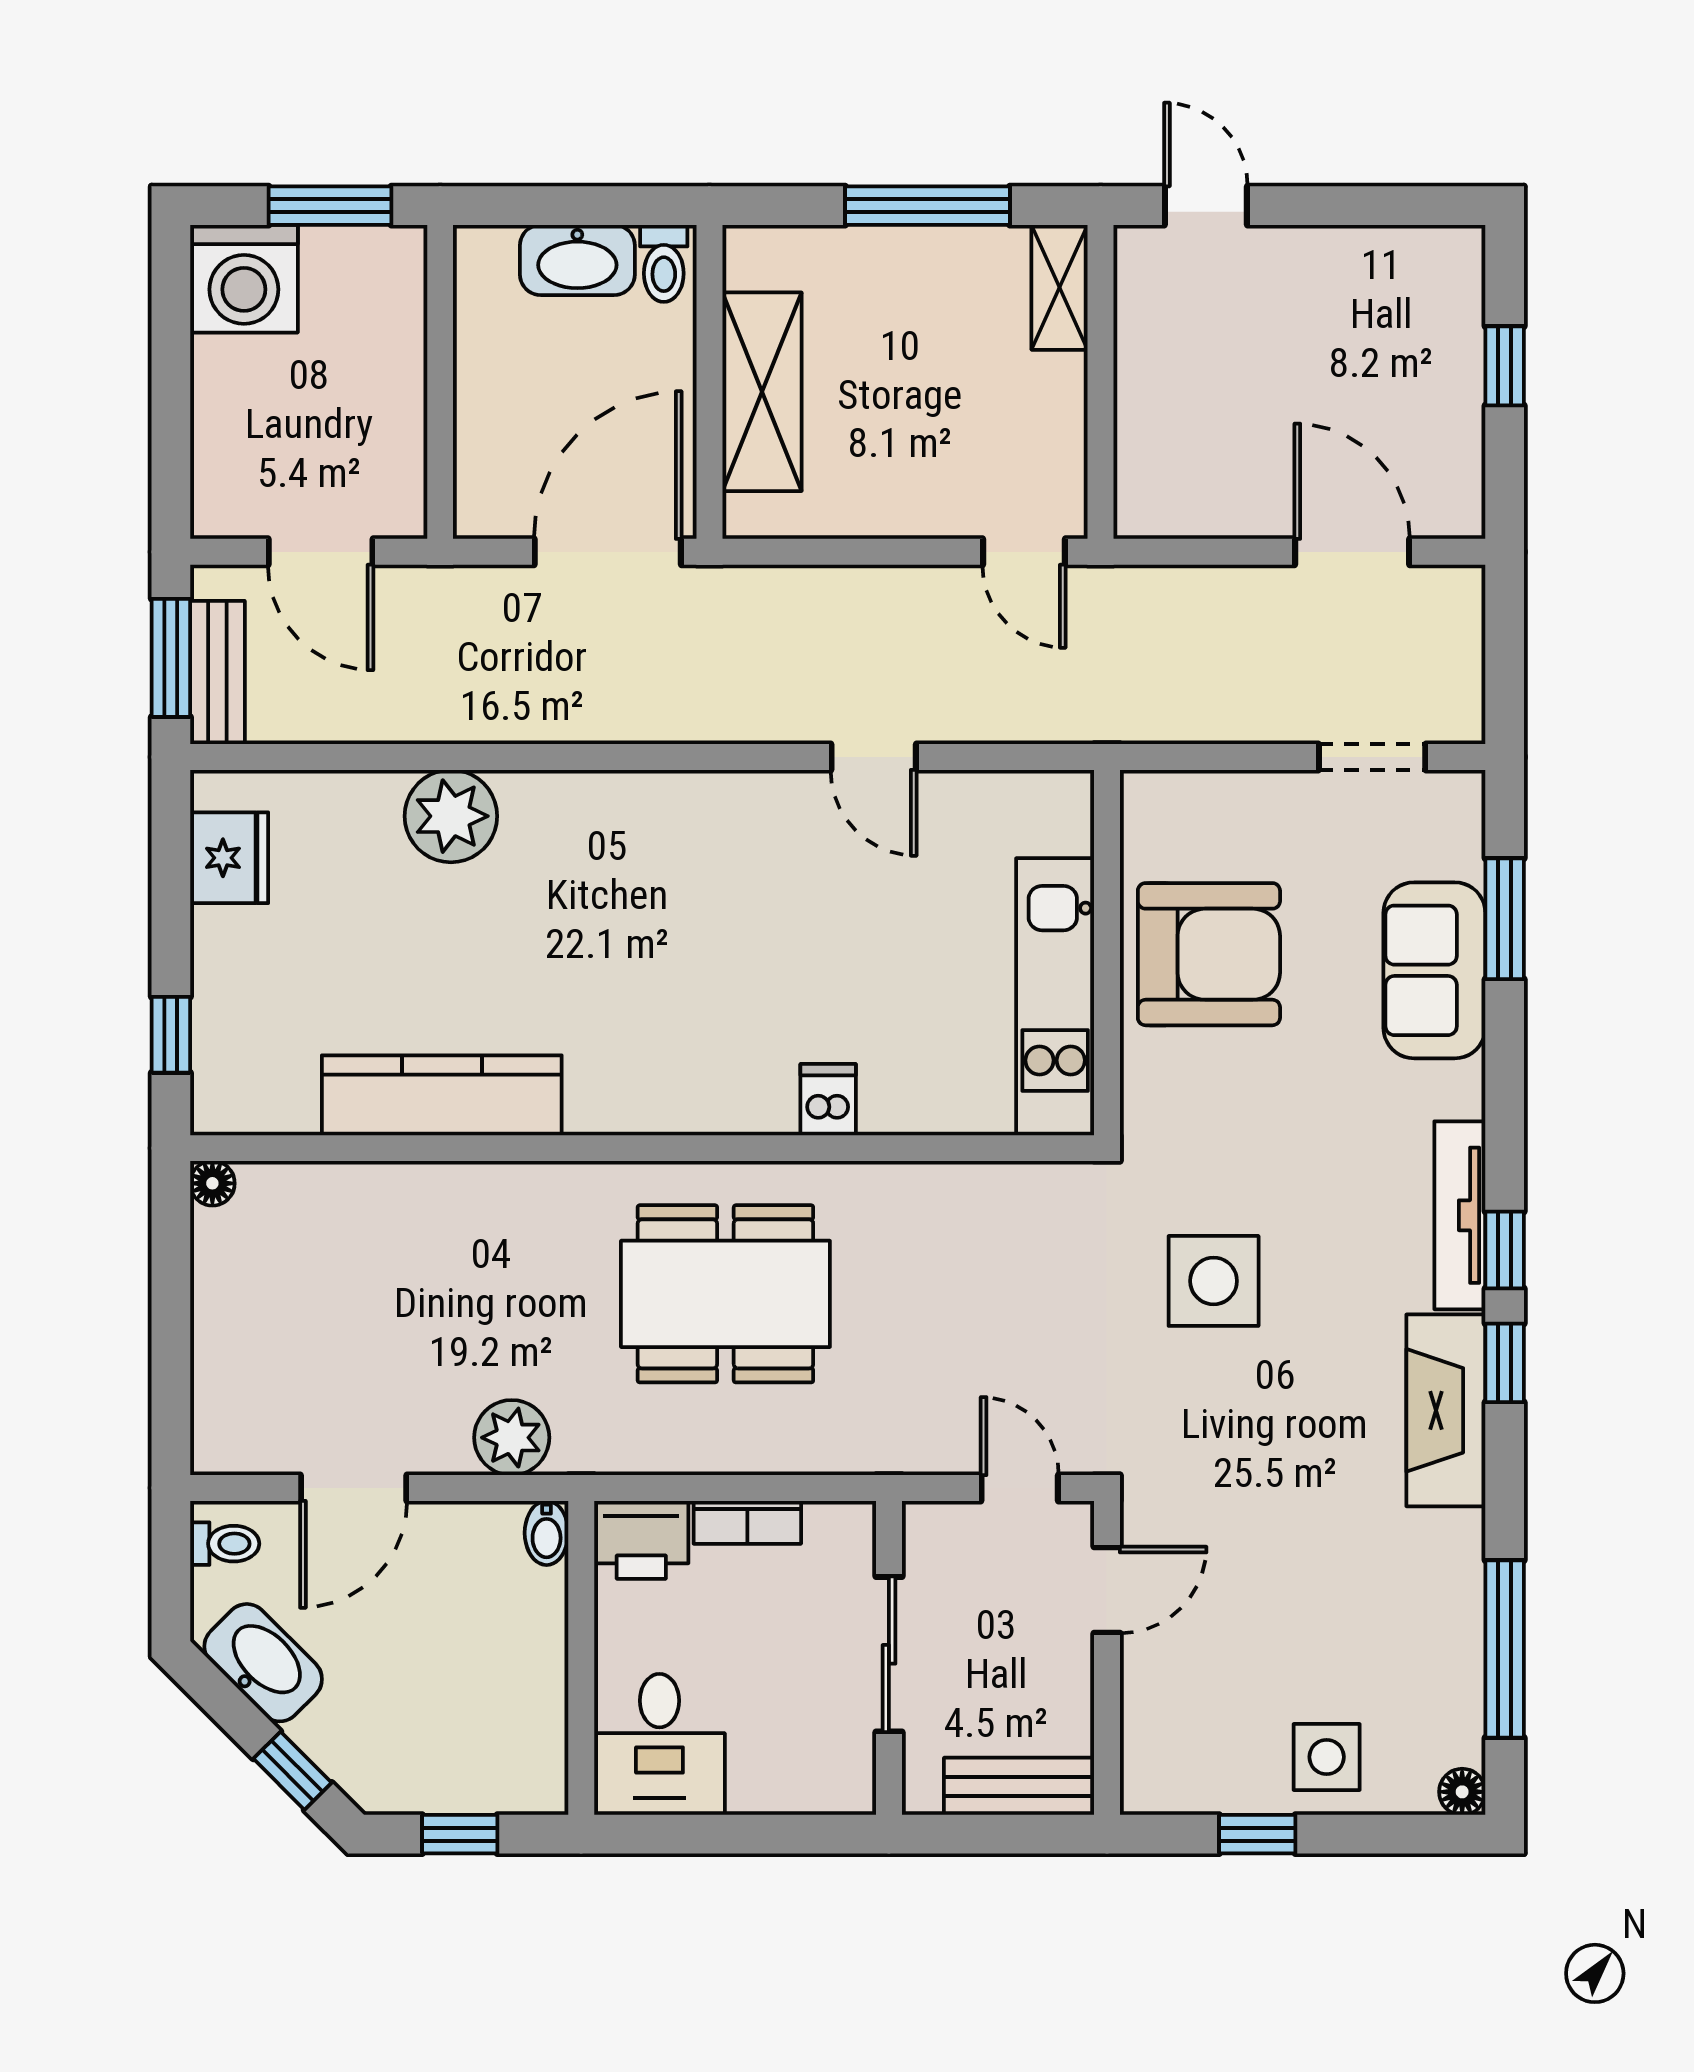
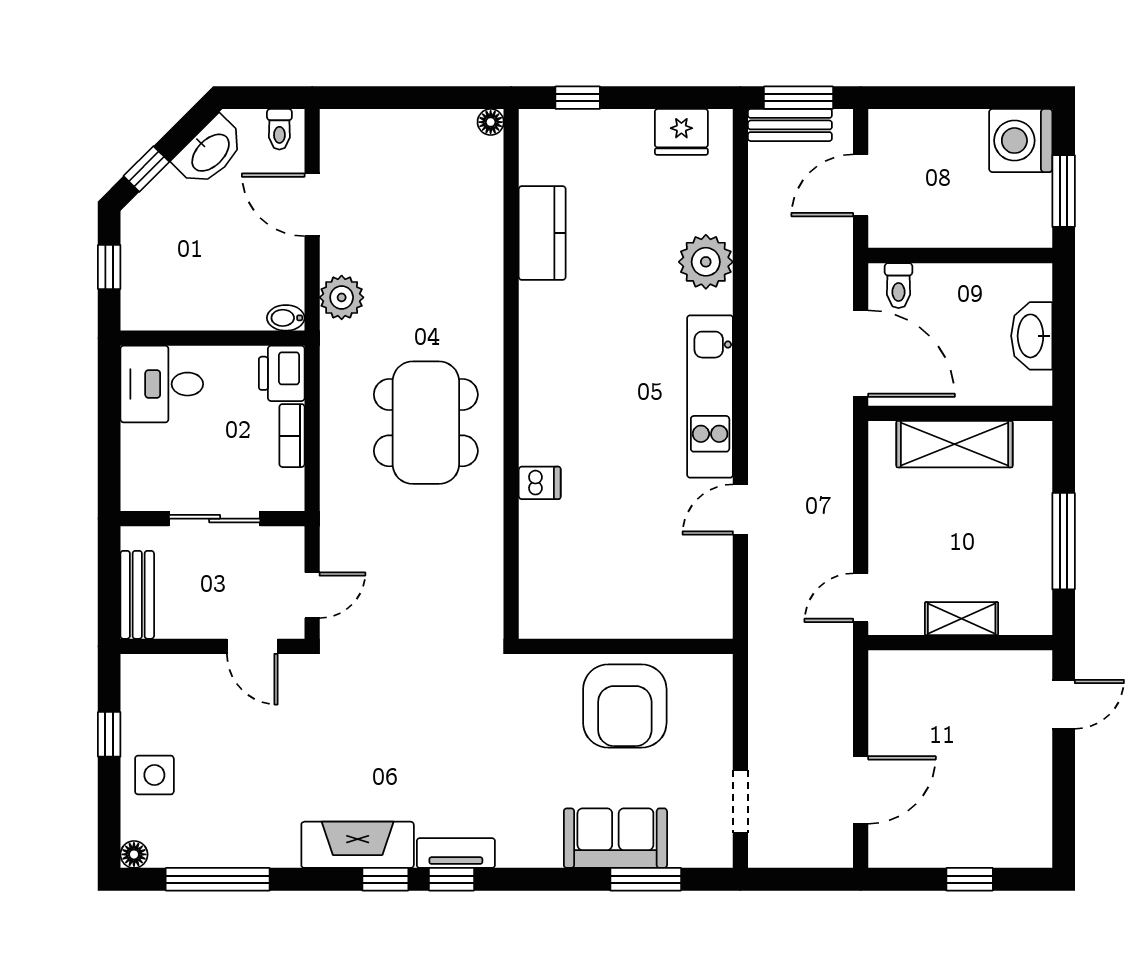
toilet: (664, 263) -> (899, 286), moved, turned -90
shelving: (1060, 287) -> (962, 619), moved
kitchen unit: (1055, 997) -> (710, 396), moved, turned -90
kitchen counter: (442, 1095) -> (542, 233), width x0.67
tv unit: (1460, 1215) -> (456, 853), width x0.71
side table: (1214, 1281) -> (433, 709), removed

